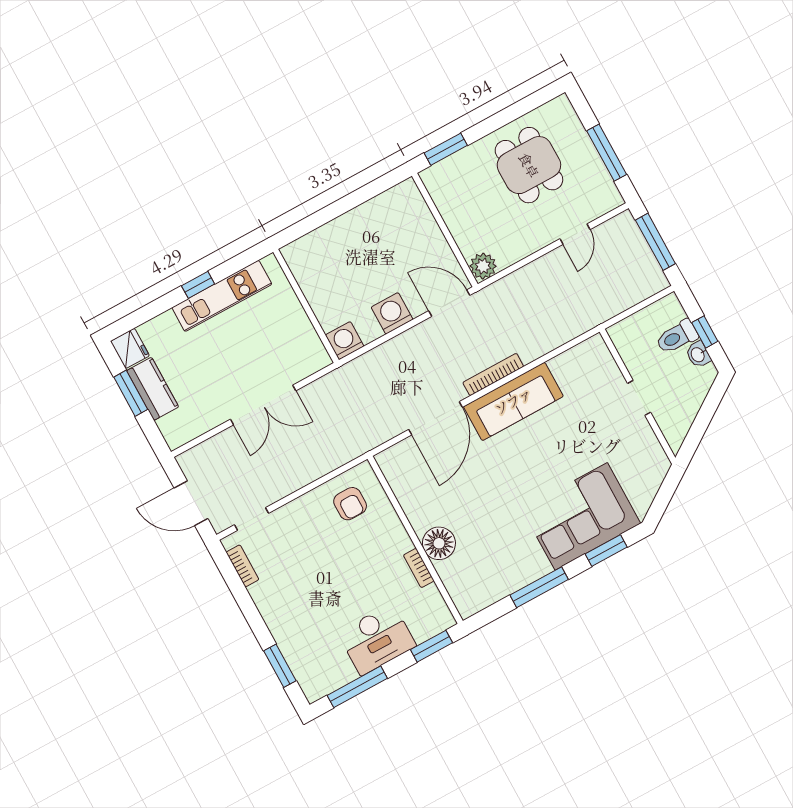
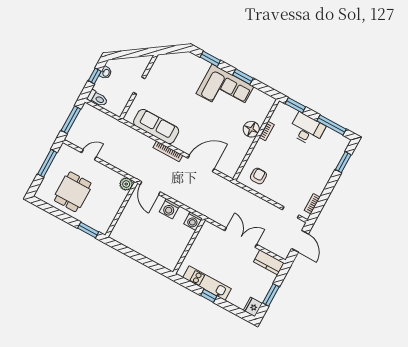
toilet: (677, 337) -> (97, 98), moved
kitchen counter: (153, 389) -> (269, 262), moved, turned -90
sofa: (513, 401) -> (156, 127), moved
corner sofa: (581, 516) -> (225, 90), moved
window: (539, 587) -> (243, 77), width x0.69

